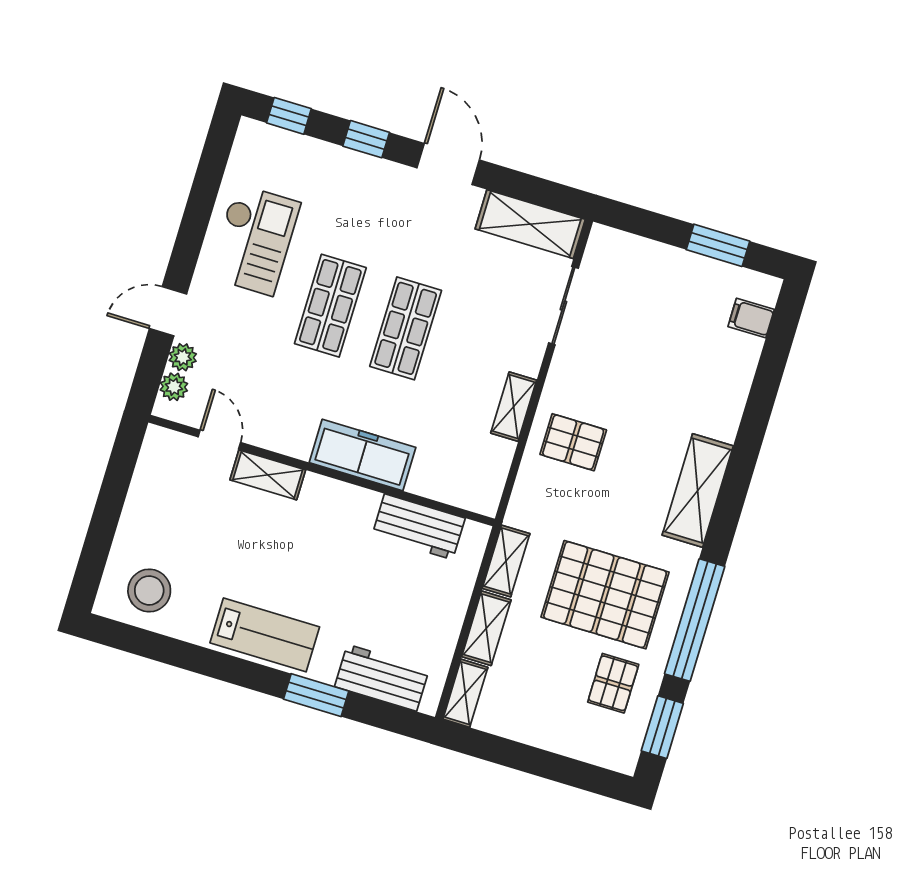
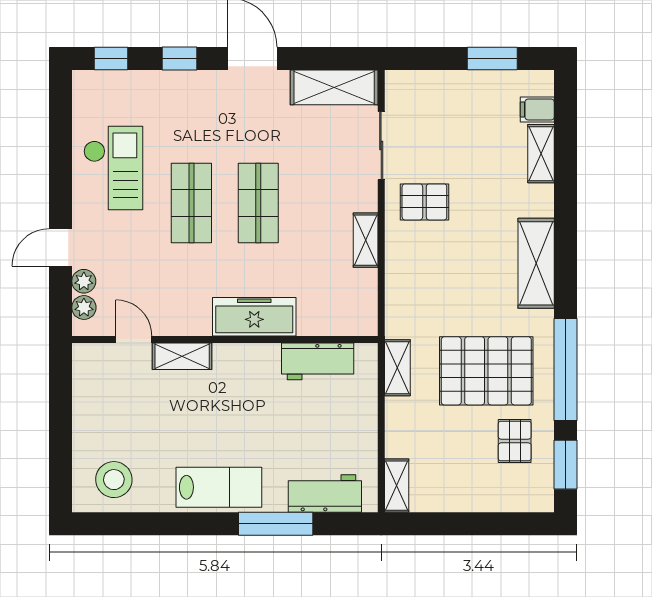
pallet: (573, 442) -> (424, 202), moved
shelving: (486, 628) -> (541, 154), moved
window: (316, 695) -> (276, 524), width x1.44

